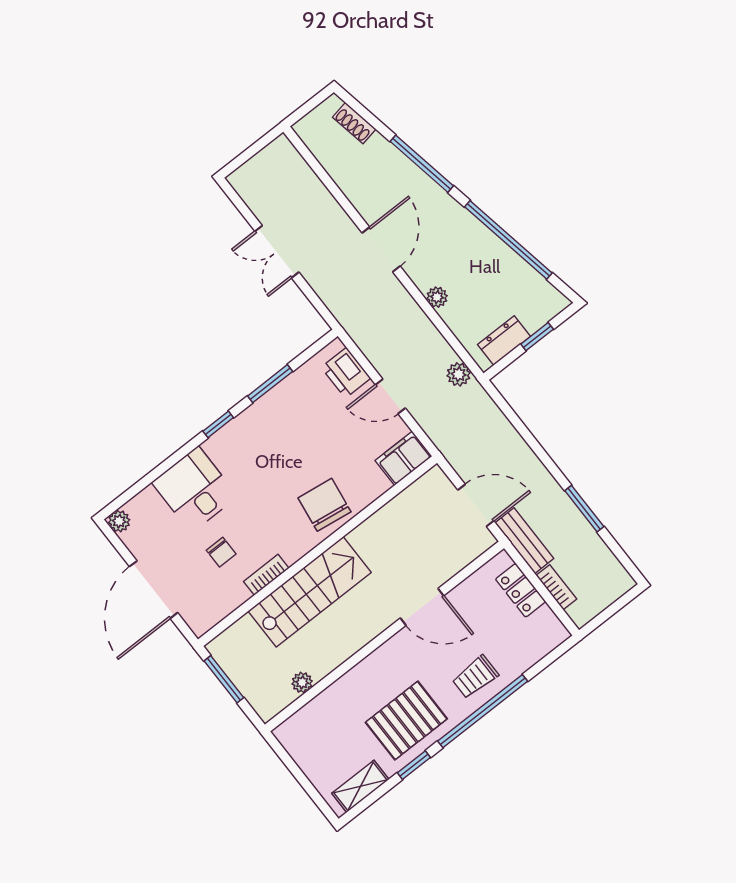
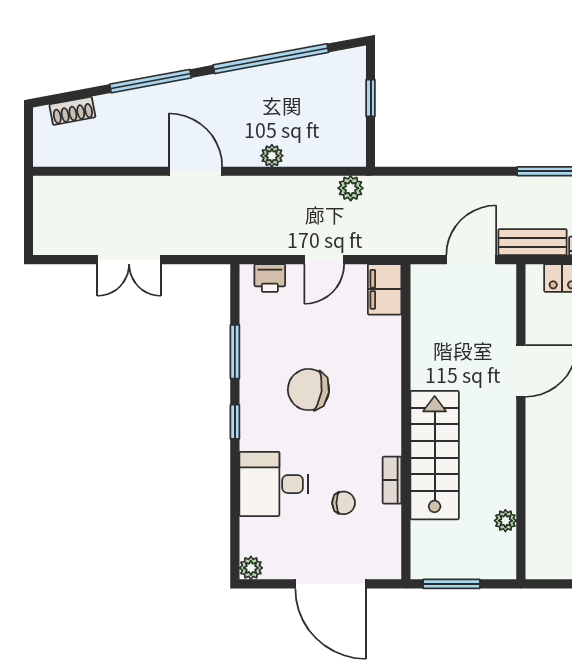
dresser: (504, 341) -> (352, 128), removed
printer: (346, 373) -> (270, 278), width x0.73, depth x0.81
chair: (324, 505) -> (309, 390), moved

